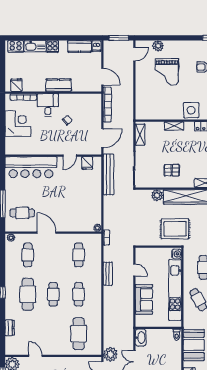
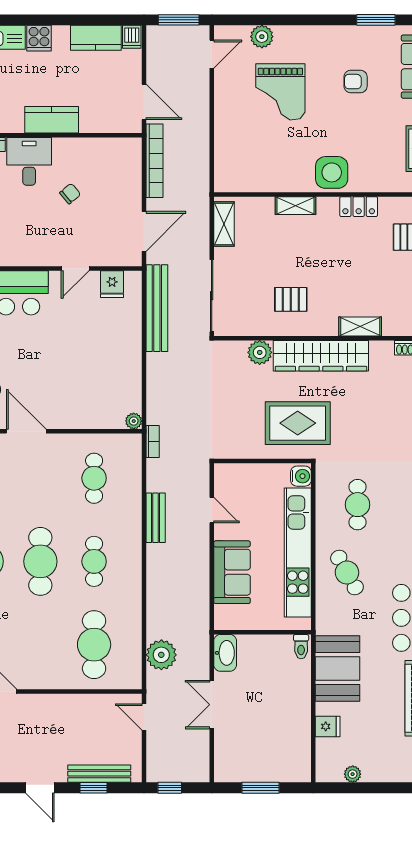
cafe table: (53, 294) -> (40, 561), width x1.37, depth x1.35
plant: (110, 354) -> (161, 655), moved

